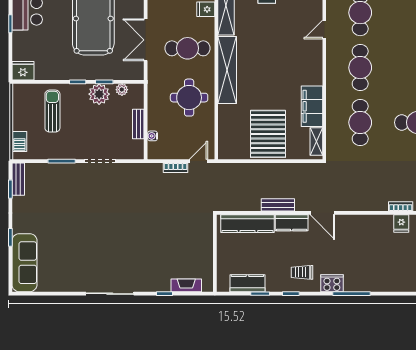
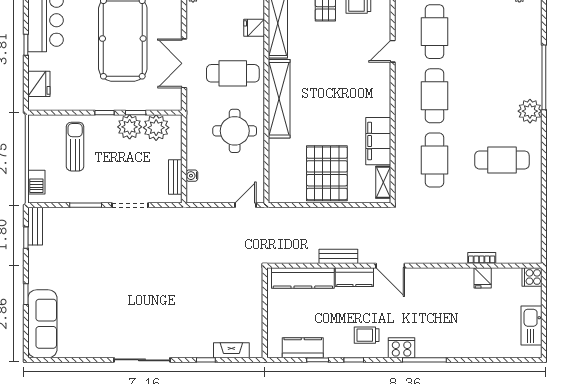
fridge: (23, 71) -> (39, 84), moved, turned 90
plant: (122, 90) -> (156, 128), width x1.87, depth x1.87
bench: (138, 124) -> (175, 177), moved
bookcase: (175, 168) -> (219, 213), removed

